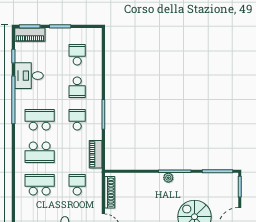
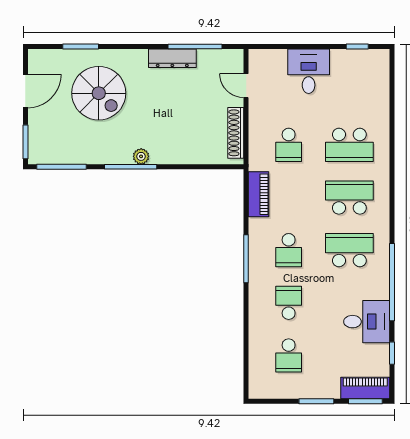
school desk: (40, 120) -> (349, 250), turned 180

